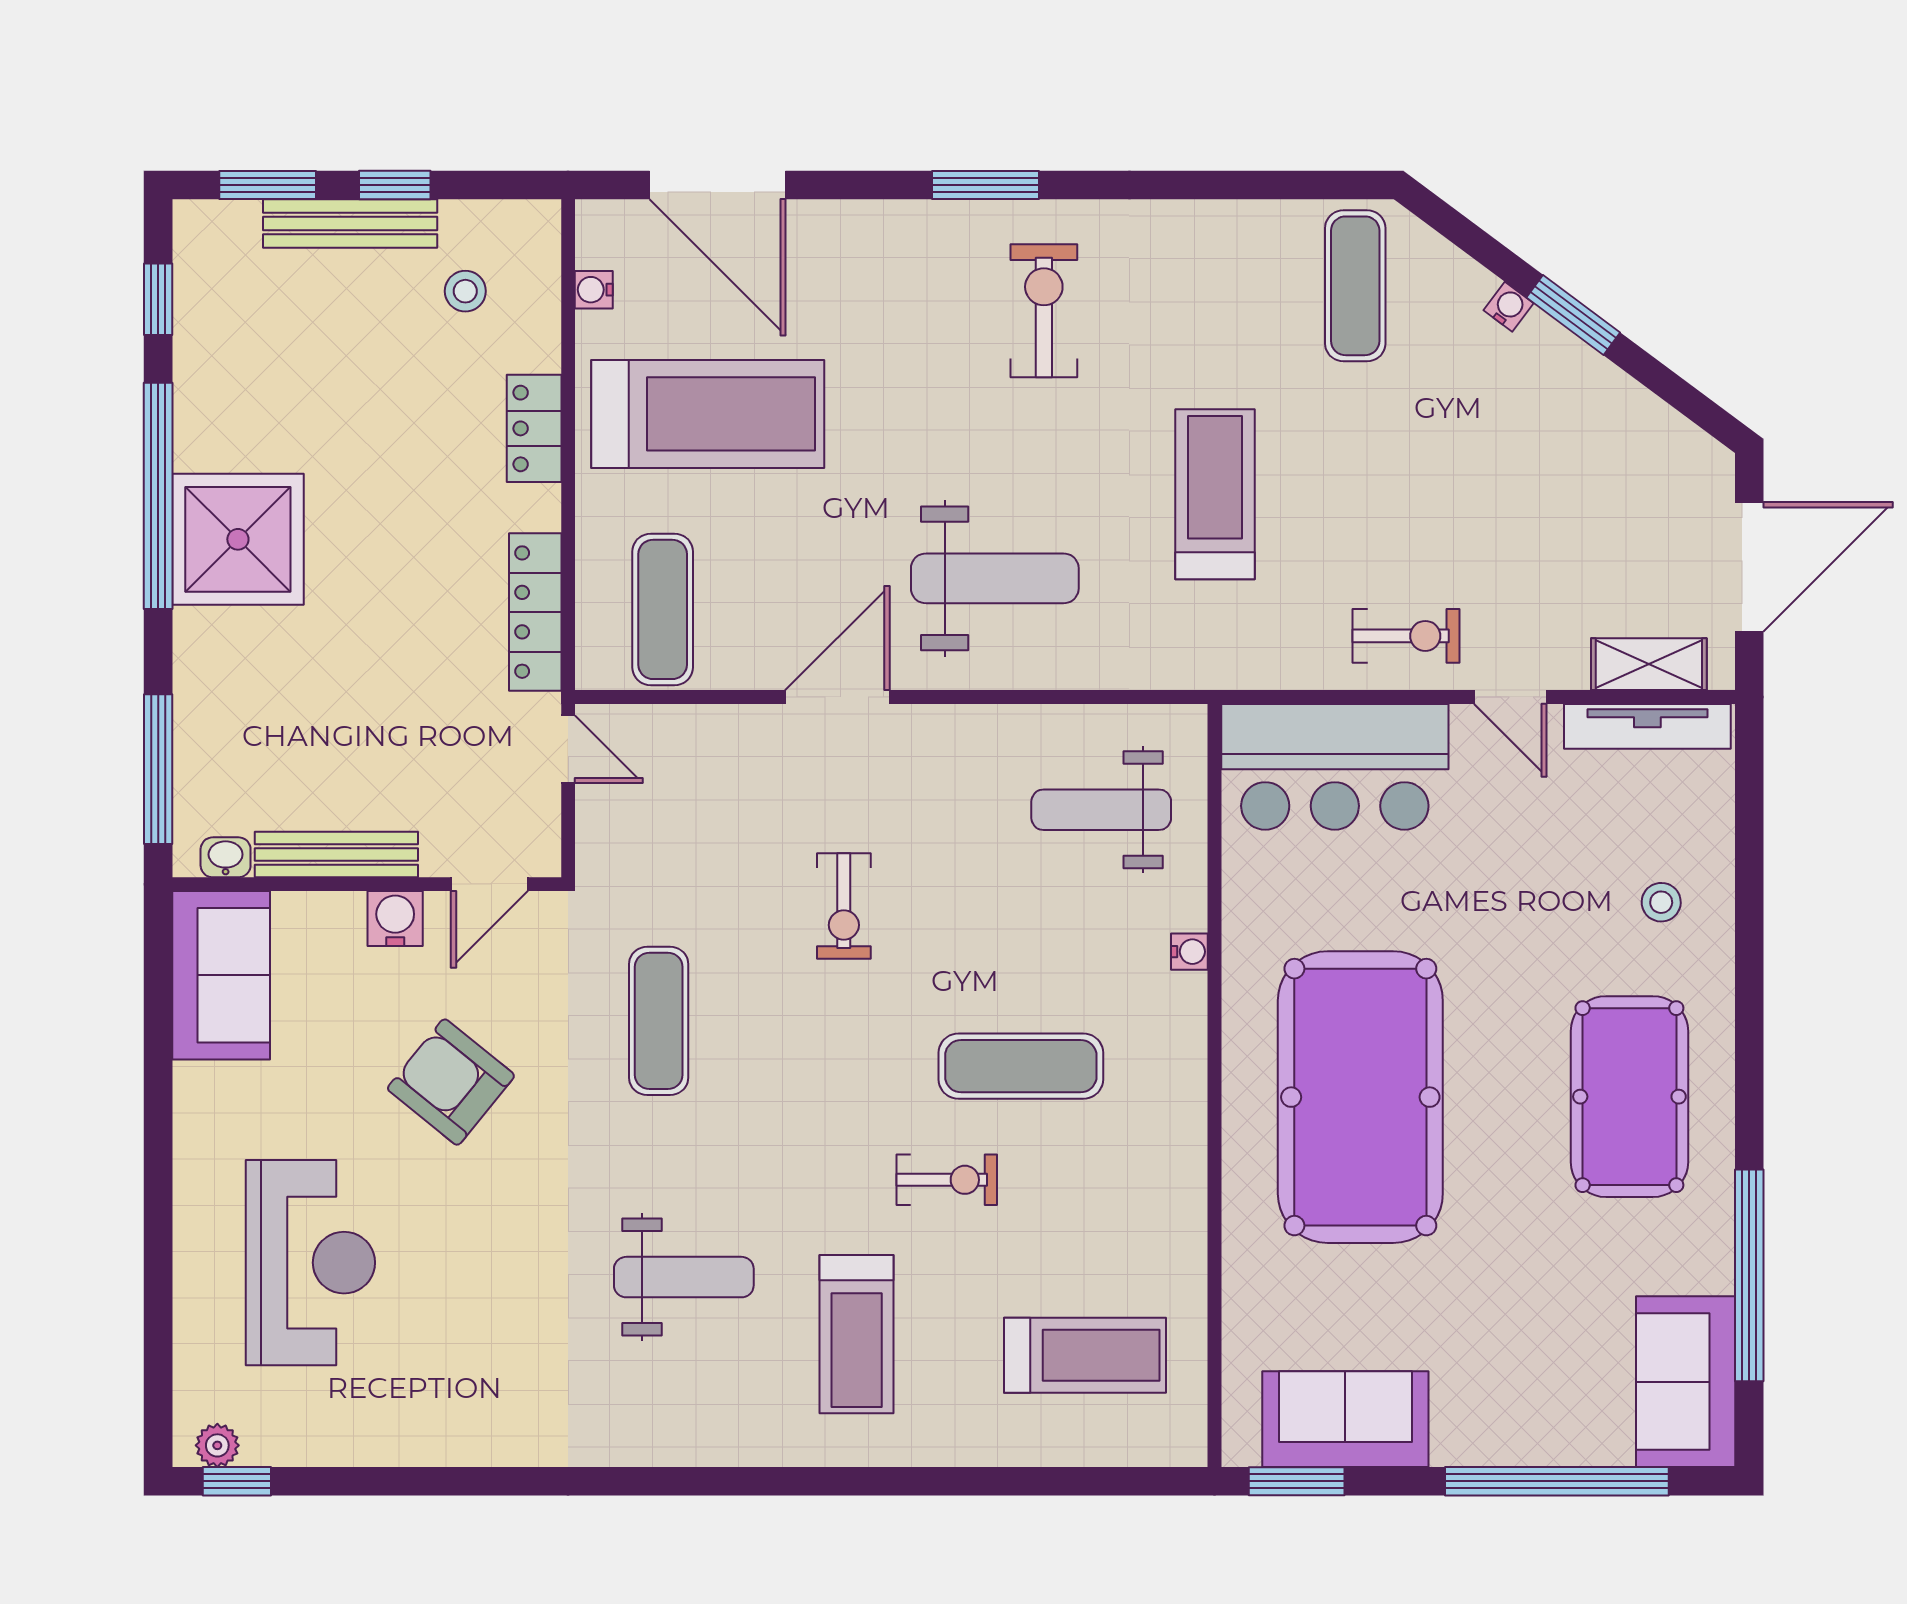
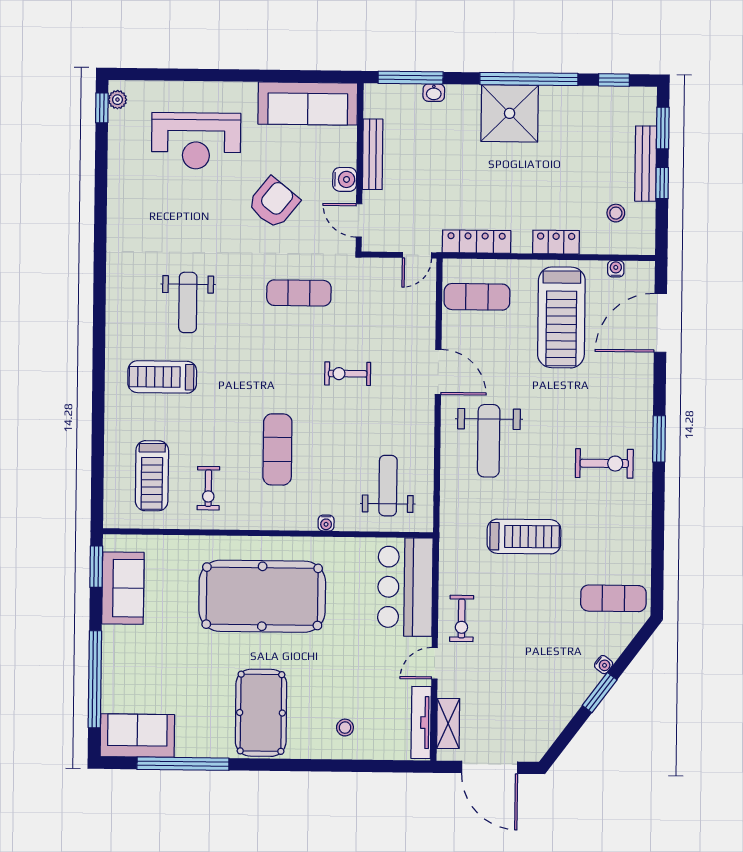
washbasin: (226, 857) -> (434, 93), moved, turned 90
sofa: (221, 975) -> (308, 104), width x1.36
pool table: (1629, 1097) -> (261, 713), turned 90
exercise bike: (947, 1180) -> (208, 488), moved

